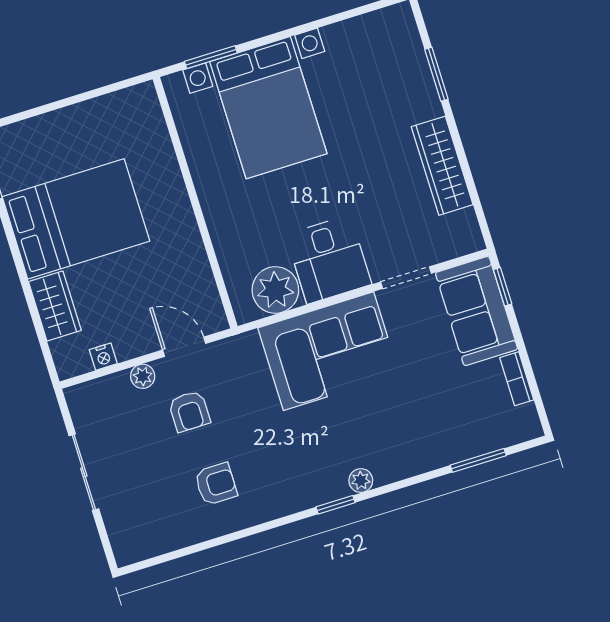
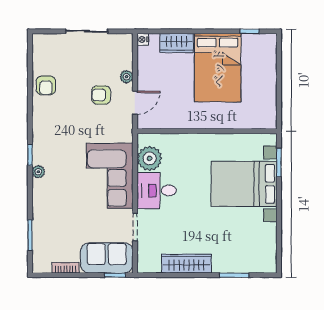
nightstand: (103, 357) -> (143, 39), moved
armchair: (216, 484) -> (46, 85), moved

